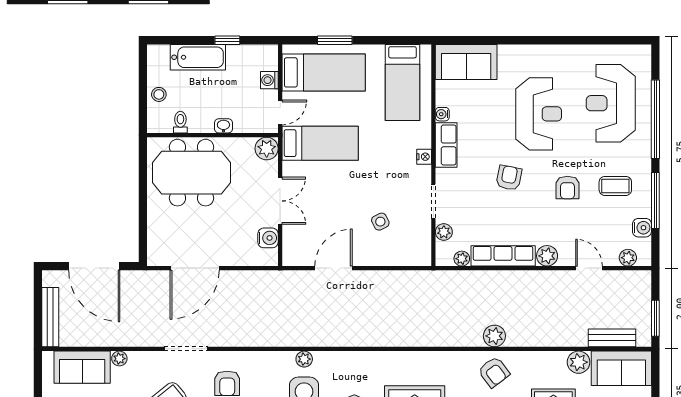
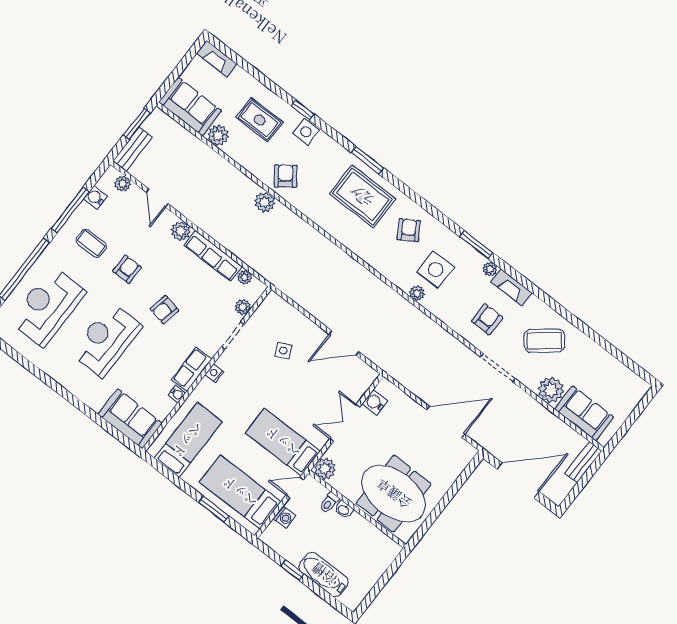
stool: (159, 94) -> (373, 569), removed
reception desk: (611, 103) -> (48, 306), turned 180
toilet: (180, 122) -> (329, 503), moved
door: (94, 266) -> (518, 480), hinge flipped
bench: (50, 317) -> (583, 462), width x0.73
bench: (612, 338) -> (133, 149), moved, turned 90
plant: (119, 359) -> (551, 390), width x1.87, depth x1.87

